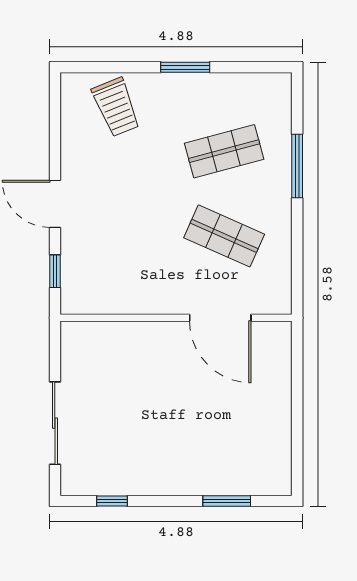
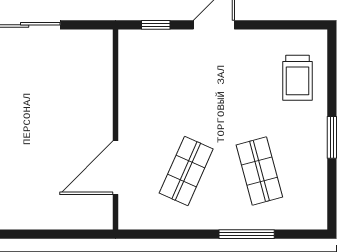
trolley: (116, 107) -> (298, 78), turned -68

